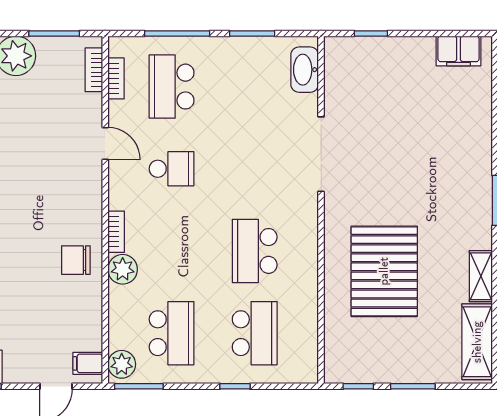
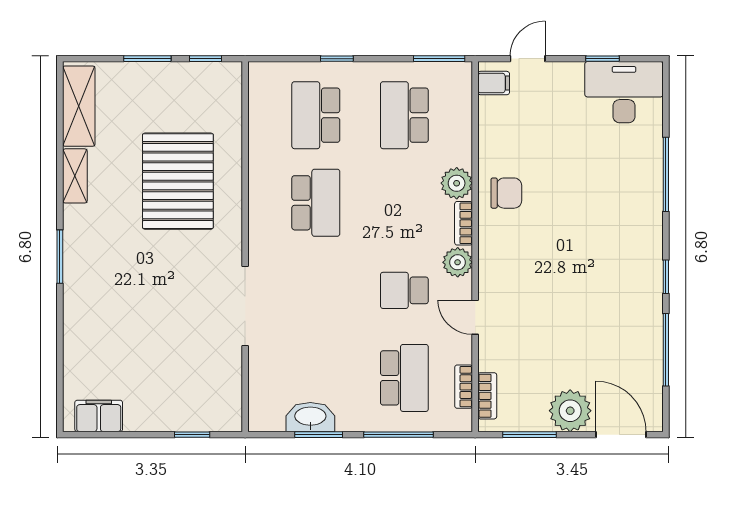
washbasin: (305, 70) -> (310, 417), moved, turned -90
plant: (122, 364) -> (458, 262), moved

